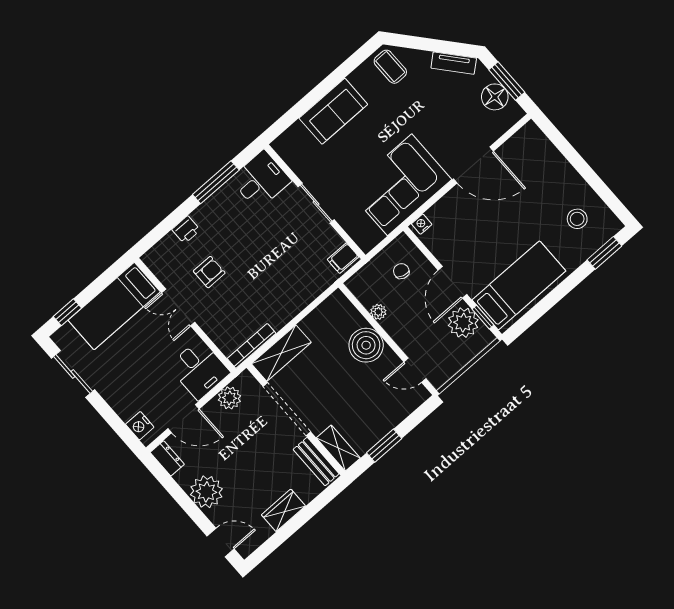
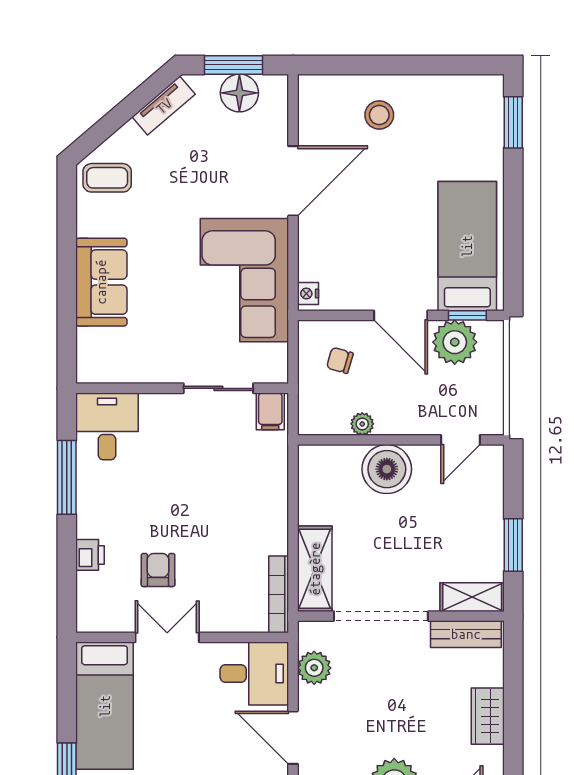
sliding door: (316, 203) -> (218, 388), moved
stool: (577, 219) -> (379, 115), moved
double door: (178, 307) -> (167, 637), swing flipped
door: (183, 419) -> (293, 738), swing flipped

